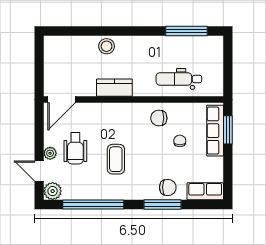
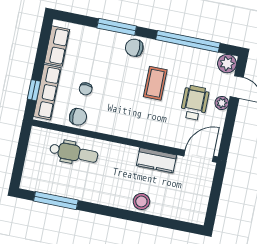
kitchen counter: (114, 88) -> (157, 160), moved
chair: (159, 118) -> (78, 117), moved
window: (228, 130) -> (34, 90), width x0.67
chair: (168, 187) -> (134, 48), moved
row of seats: (205, 191) -> (57, 46), moved, turned -90

